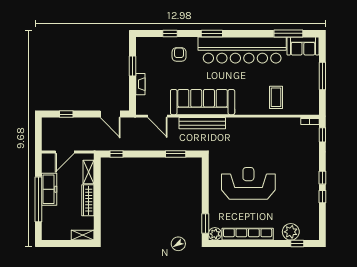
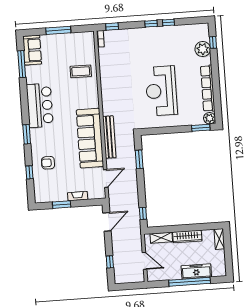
bar counter: (242, 50) -> (40, 105), width x0.54
freezer: (49, 189) -> (196, 271), moved

